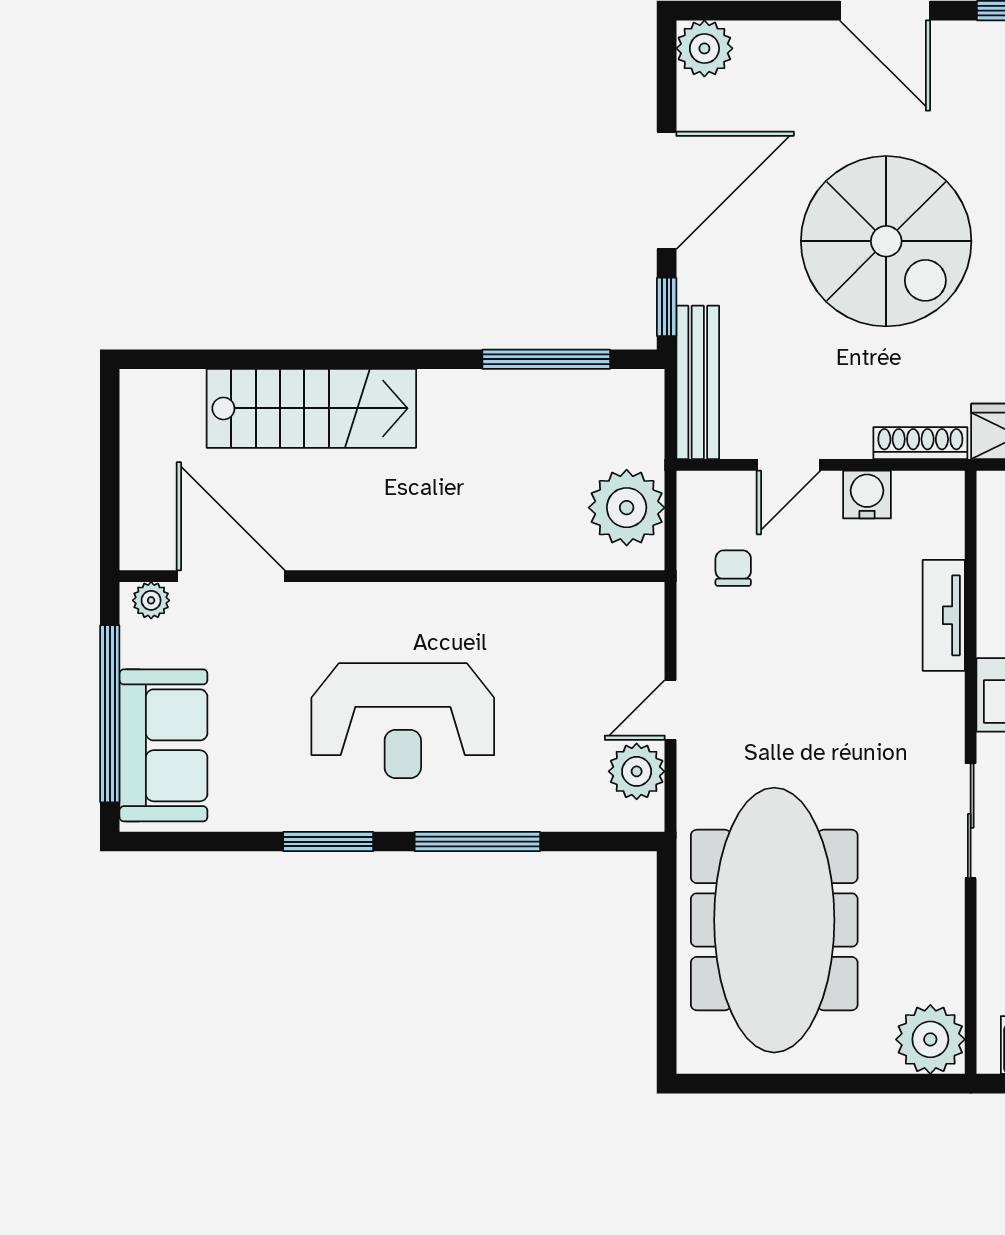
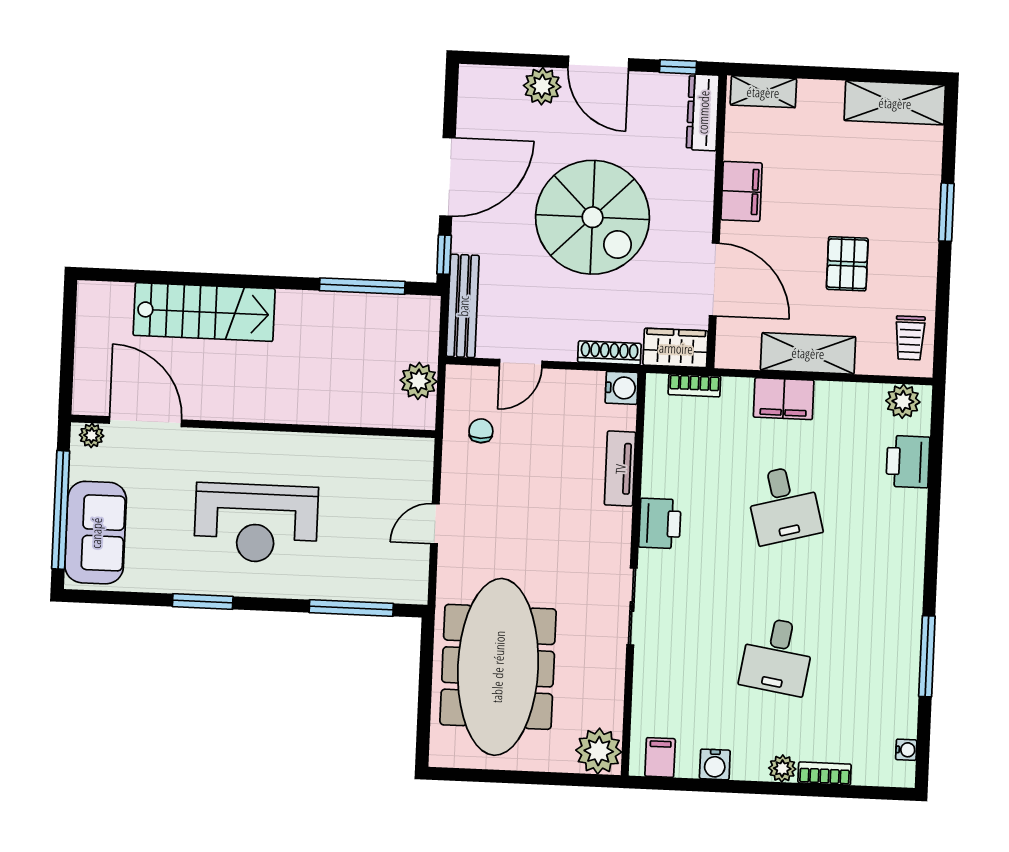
plant: (704, 48) -> (542, 86), moved
water cooler: (867, 495) -> (622, 388), moved, turned 90
plant: (627, 508) -> (419, 381), width x0.73, depth x0.73
plant: (637, 771) -> (411, 564), removed
window: (477, 842) -> (351, 608), moved

